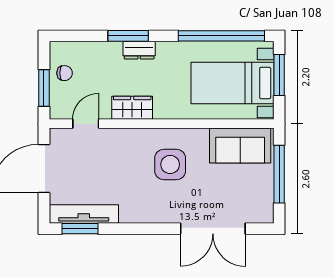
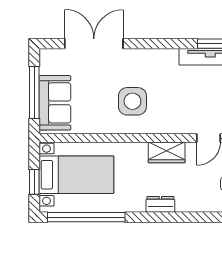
window: (128, 36) -> (170, 217), removed
window: (279, 75) -> (34, 182), width x0.67
sofa: (240, 146) -> (55, 103), moved, turned 90

